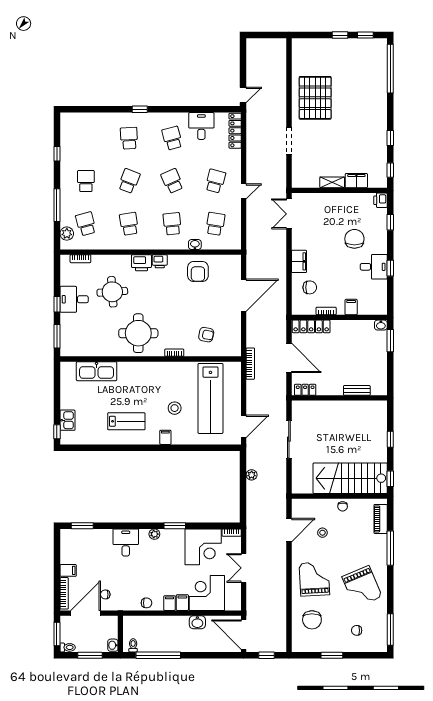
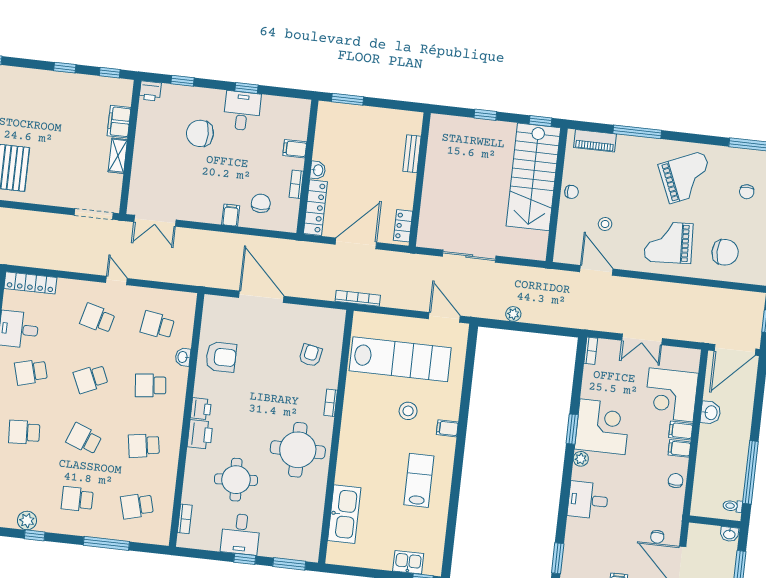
doorway: (289, 141) -> (94, 214), moved
plant: (67, 234) -> (27, 521), moved
filing cabinet: (299, 261) -> (231, 215), width x0.50
washbasin: (381, 325) -> (318, 170), moved
corner desk: (203, 547) -> (602, 427), moved

